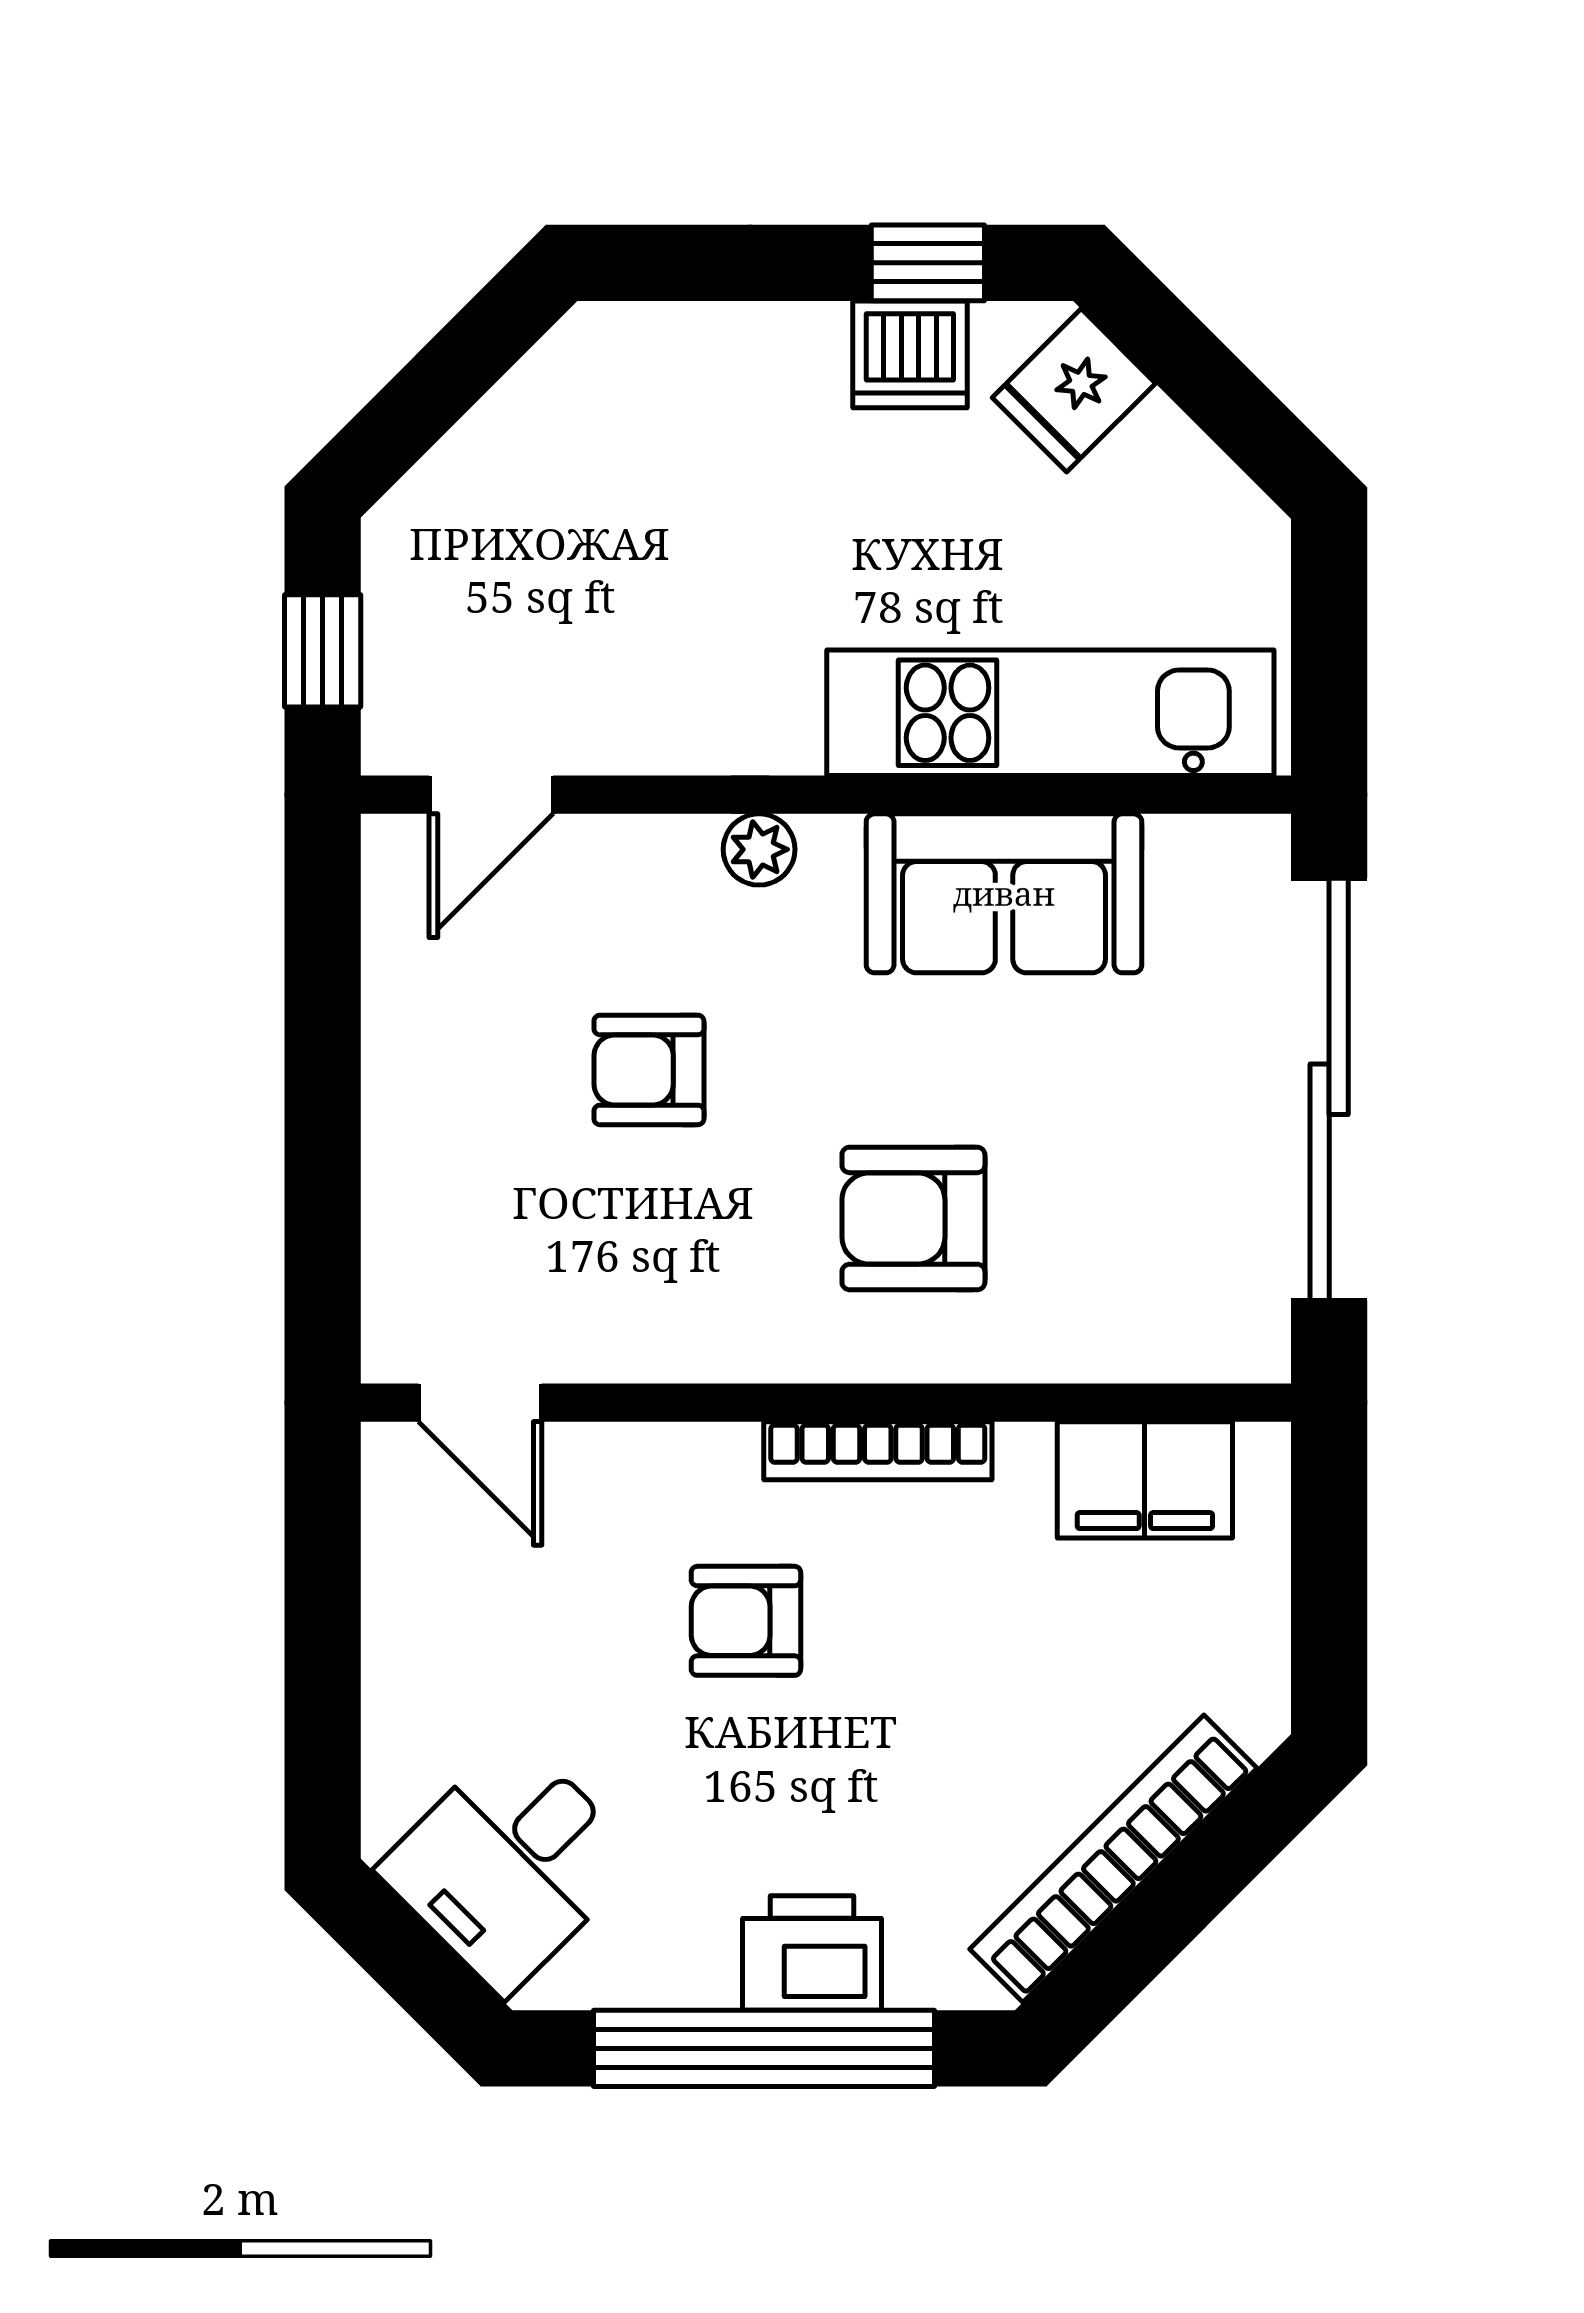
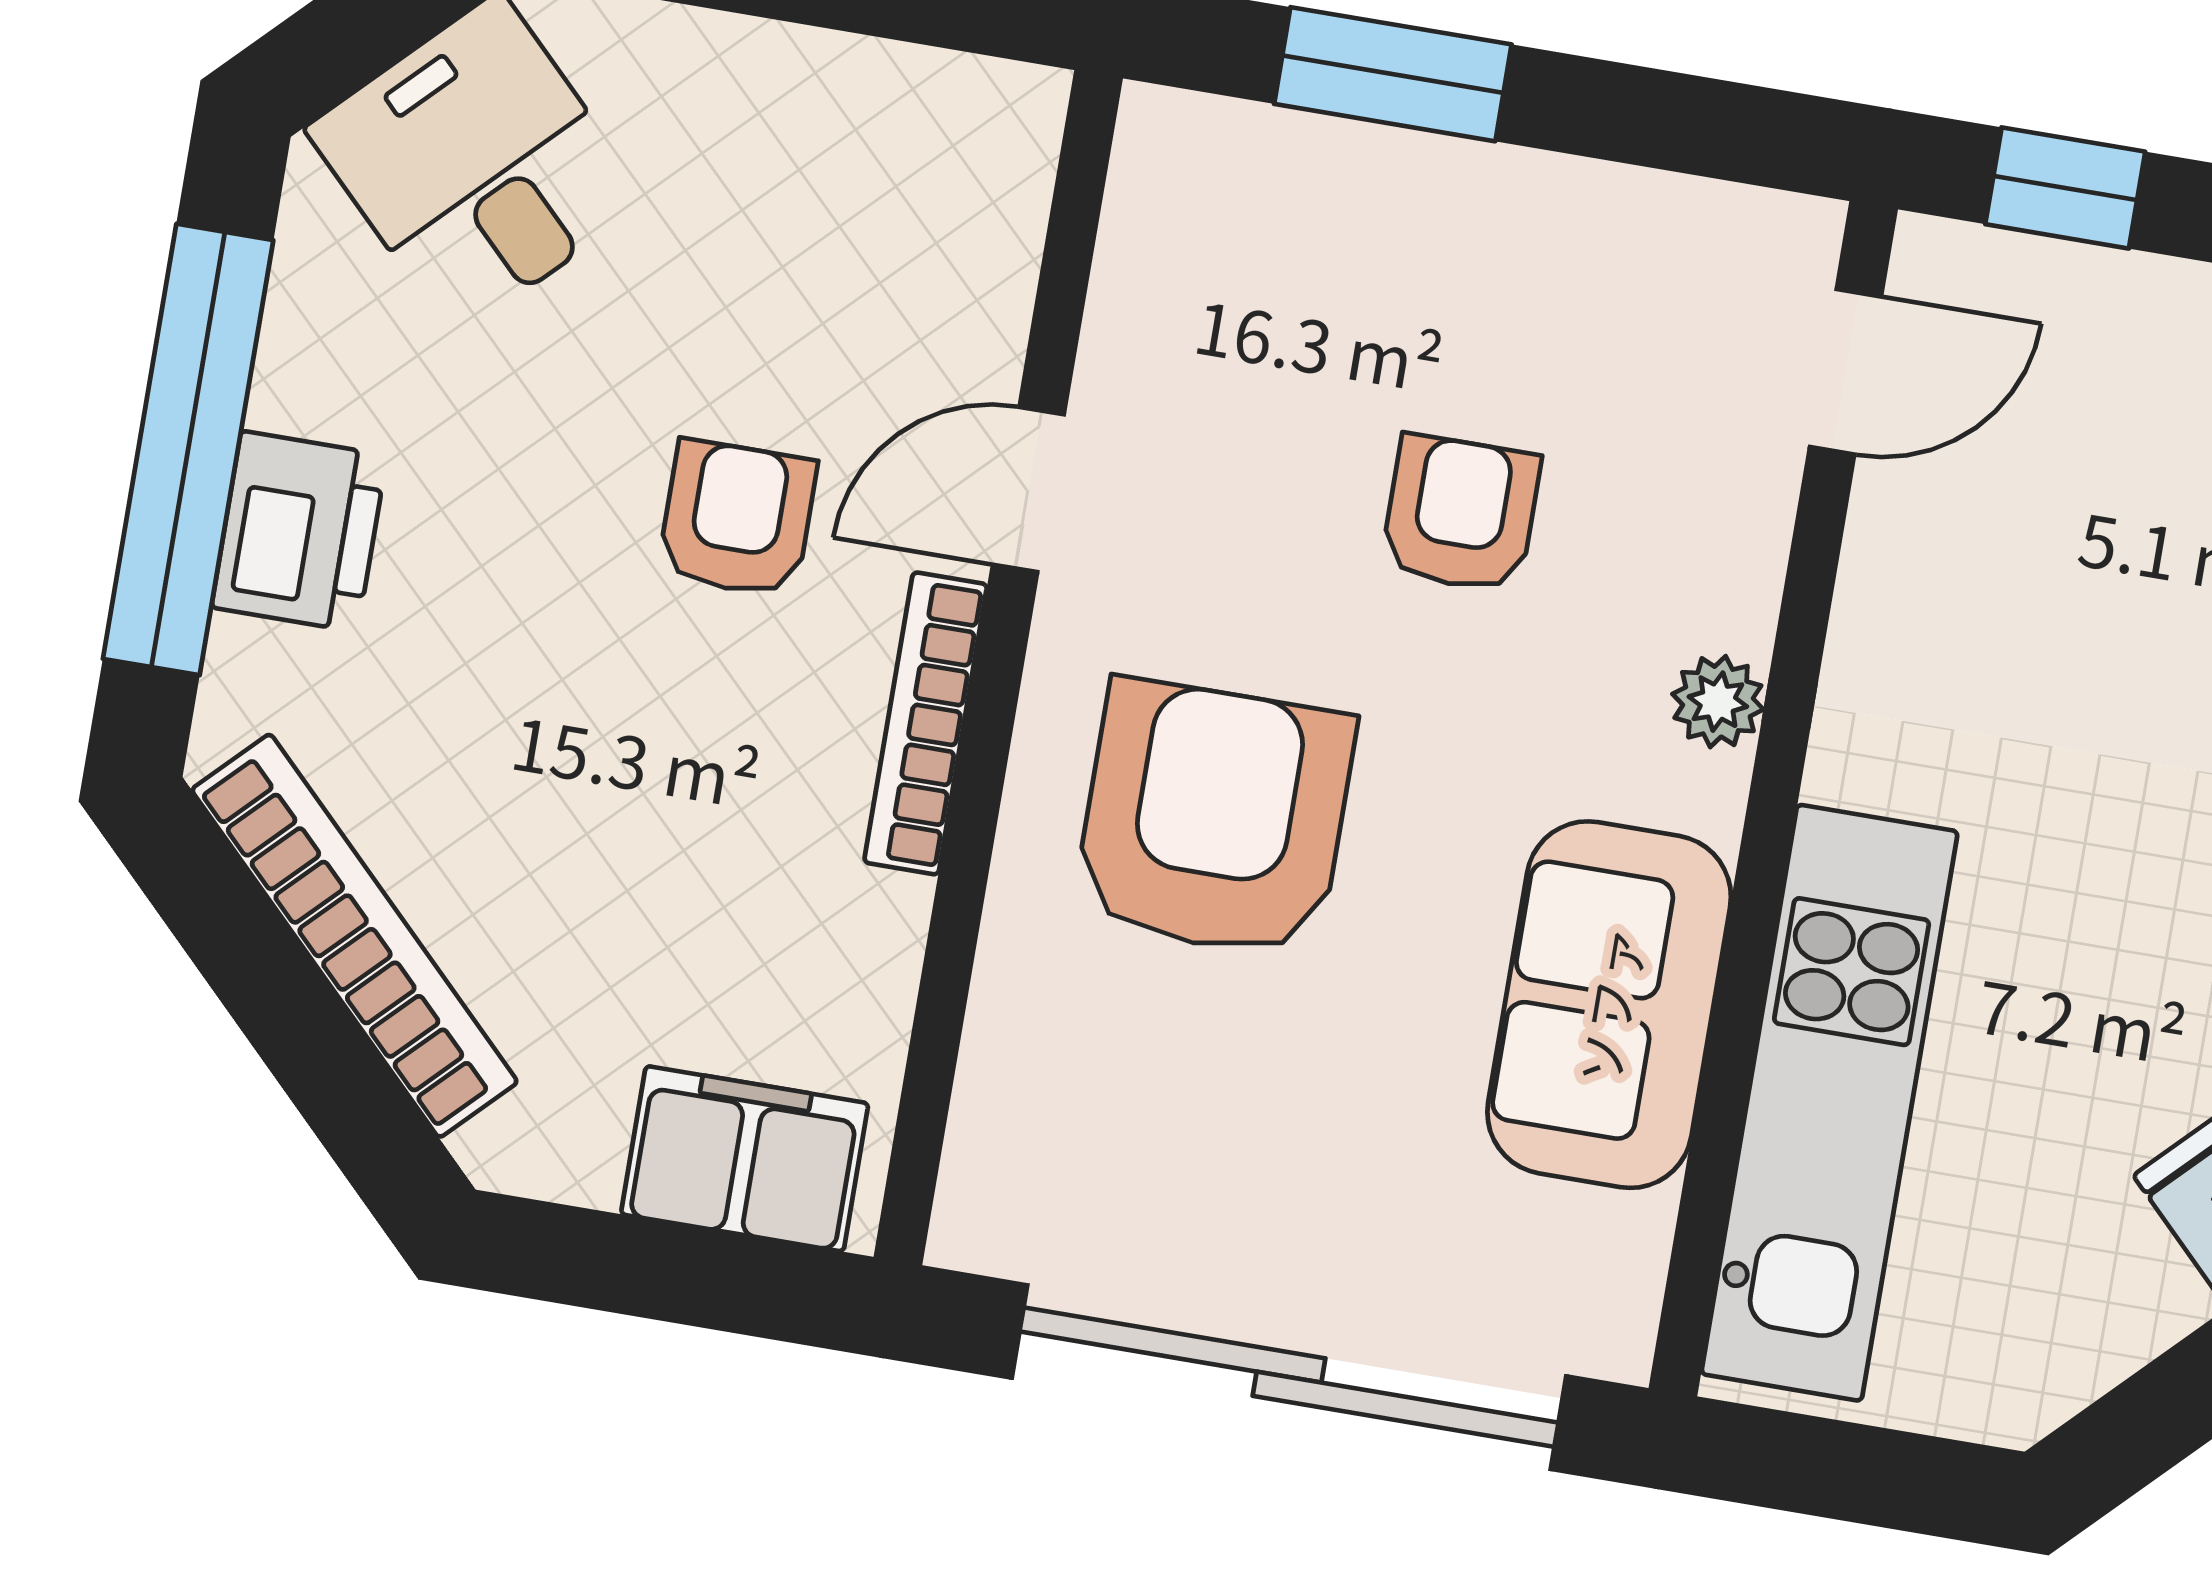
door: (491, 795) -> (1846, 372), swing flipped
window: (323, 1178) -> (1393, 74), added
armchair: (913, 1218) -> (1214, 819), width x1.36, depth x1.36
door: (480, 1403) -> (1028, 489), moved
filing cabinet: (1145, 1480) -> (745, 1159), moved, turned 90

